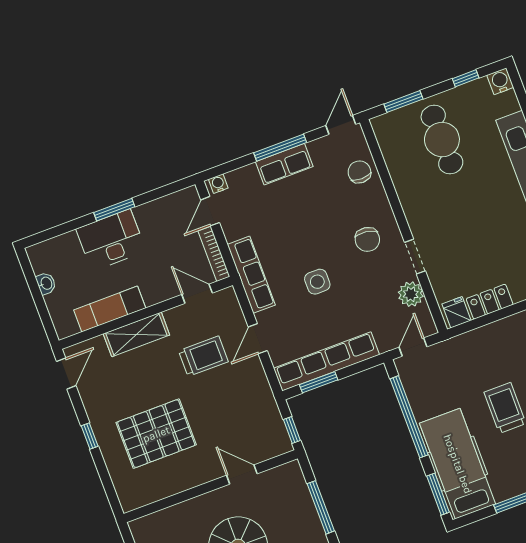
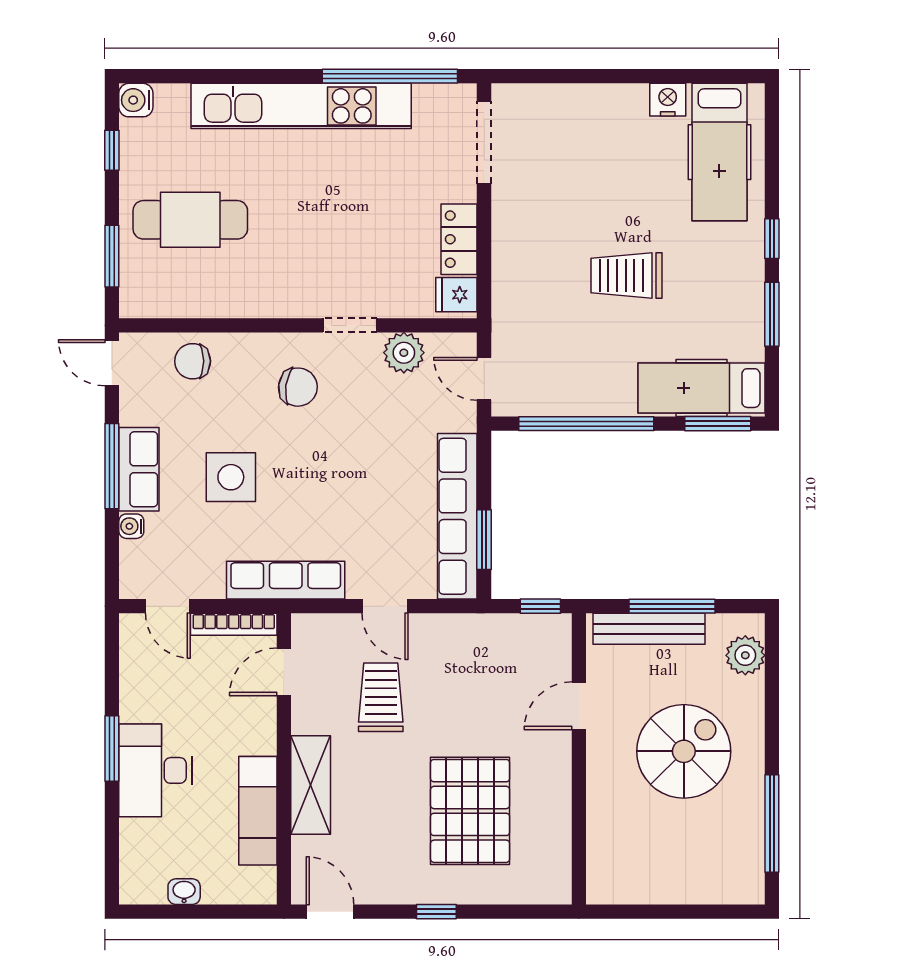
water cooler: (218, 184) -> (131, 526), moved
side table: (317, 282) -> (231, 477), moved, width x1.37, depth x1.37
hospital bed: (458, 464) -> (702, 388), width x0.73, depth x0.78
bench: (302, 499) -> (649, 629), added

